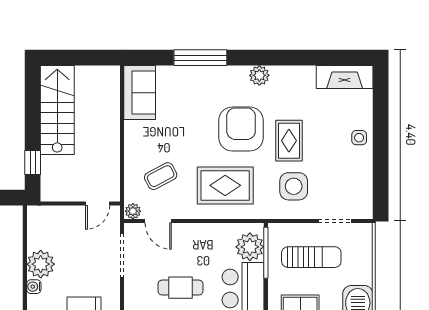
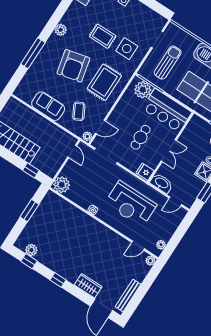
sofa: (140, 93) -> (48, 106), moved
armchair: (241, 129) -> (73, 66), moved, turned -103
plant: (41, 264) -> (62, 185), moved

